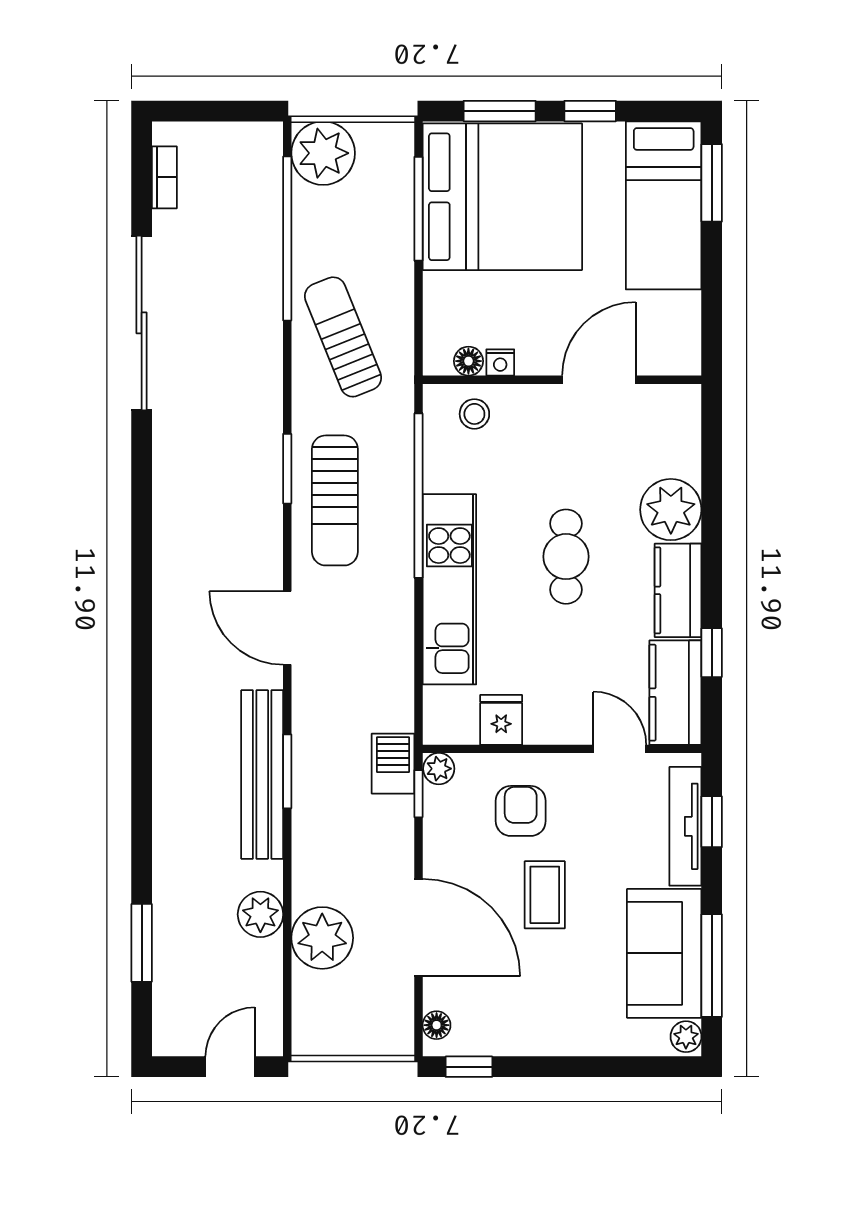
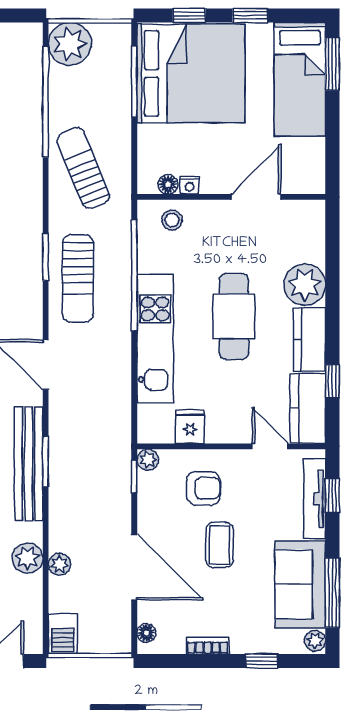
window: (500, 111) -> (189, 16), width x0.67
cafe table: (566, 557) -> (234, 316), width x1.37, depth x1.35
barbecue: (393, 764) -> (63, 634), moved, turned 180
armchair: (521, 811) -> (203, 488), turned 90
plant: (322, 938) -> (59, 564), width x0.53, depth x0.53
bookcase: (527, 1044) -> (208, 646), added
window: (469, 1067) -> (262, 661), moved

